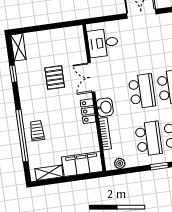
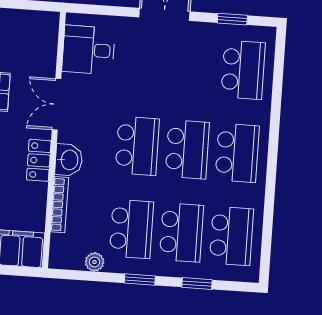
plant: (120, 163) -> (95, 262), moved

